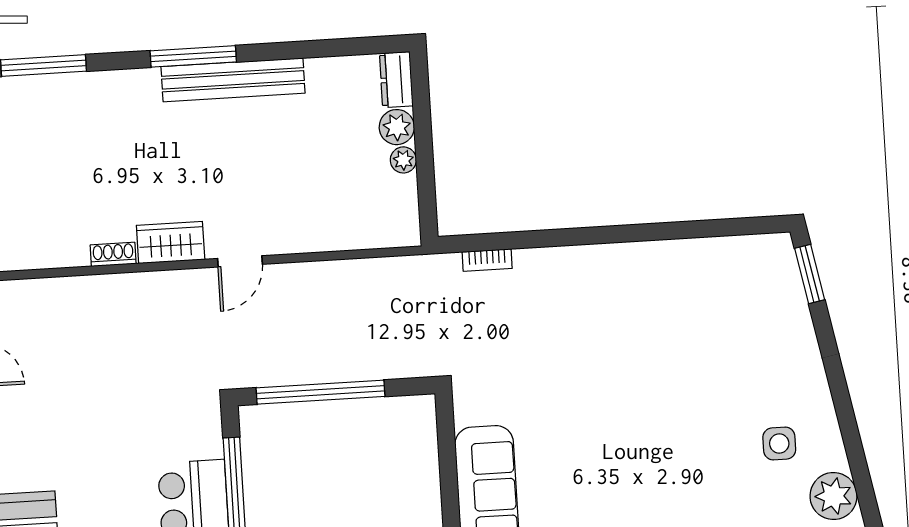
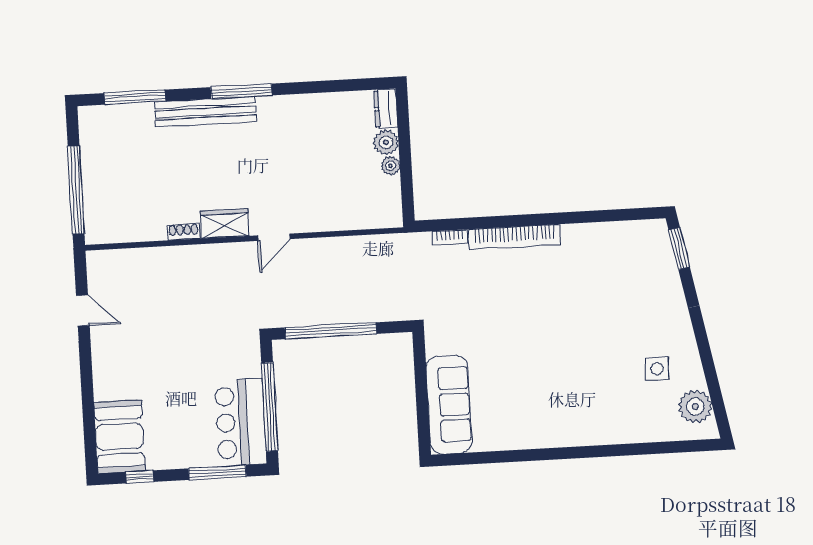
bench: (233, 80) -> (206, 112), moved
bookcase: (578, 259) -> (514, 237), added

